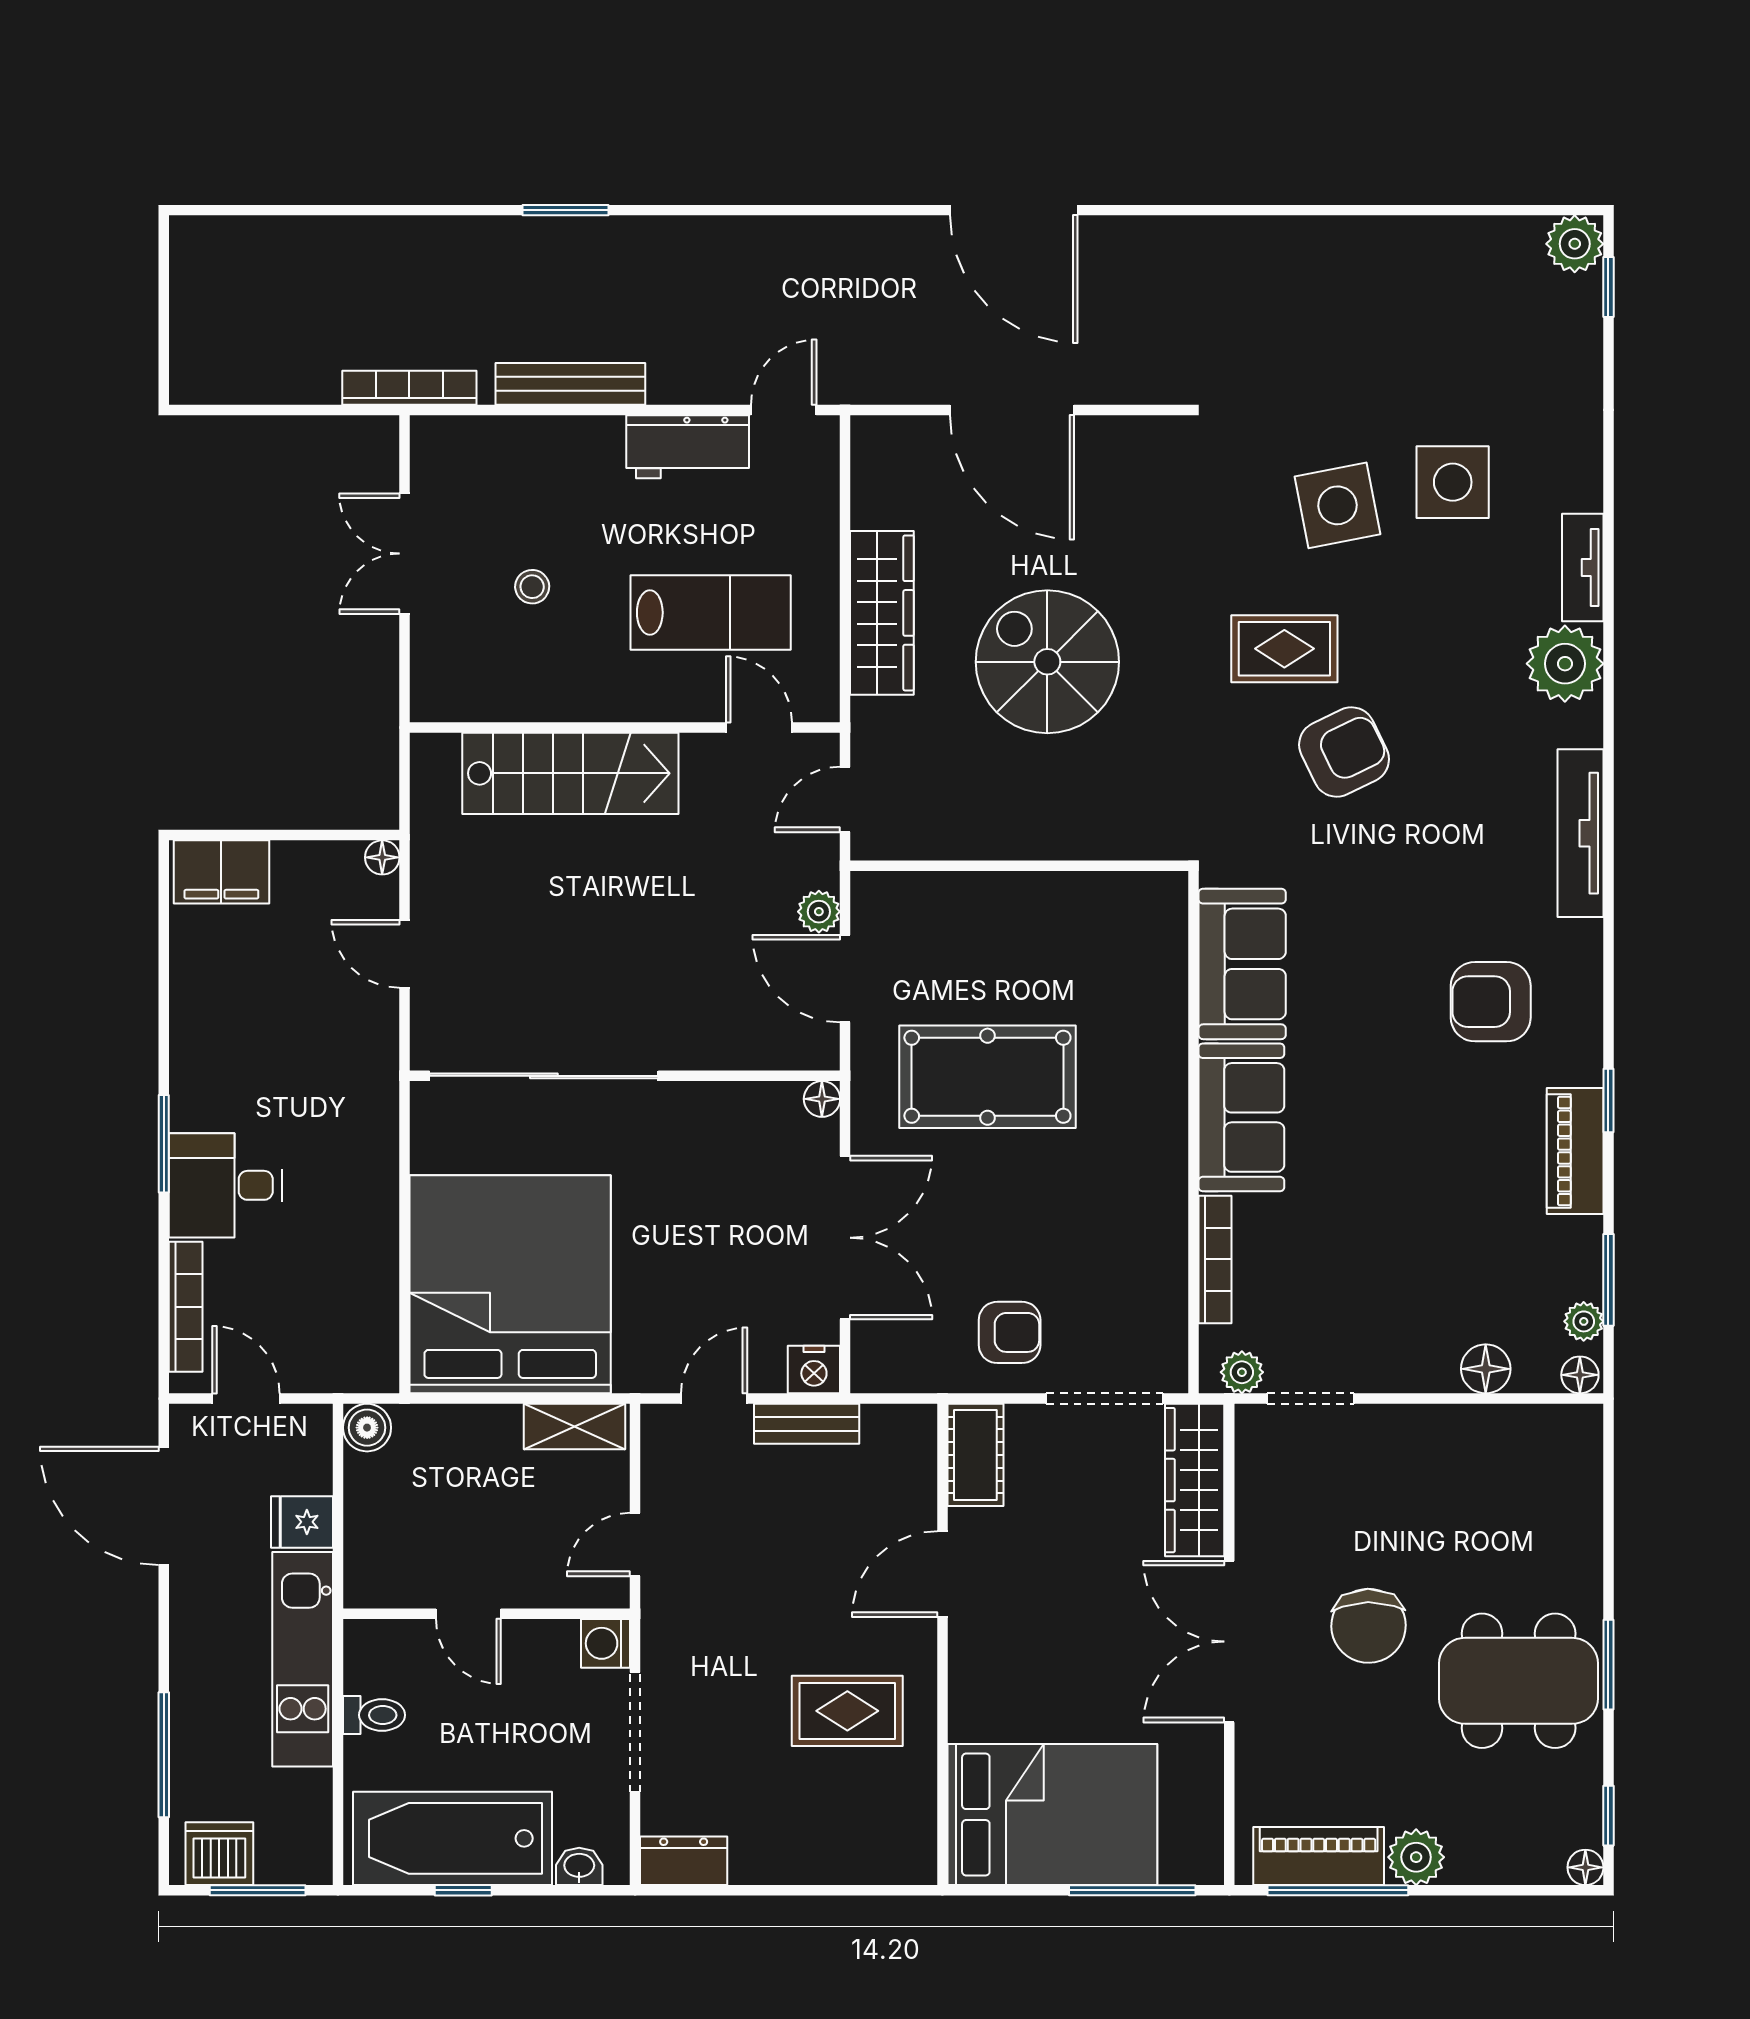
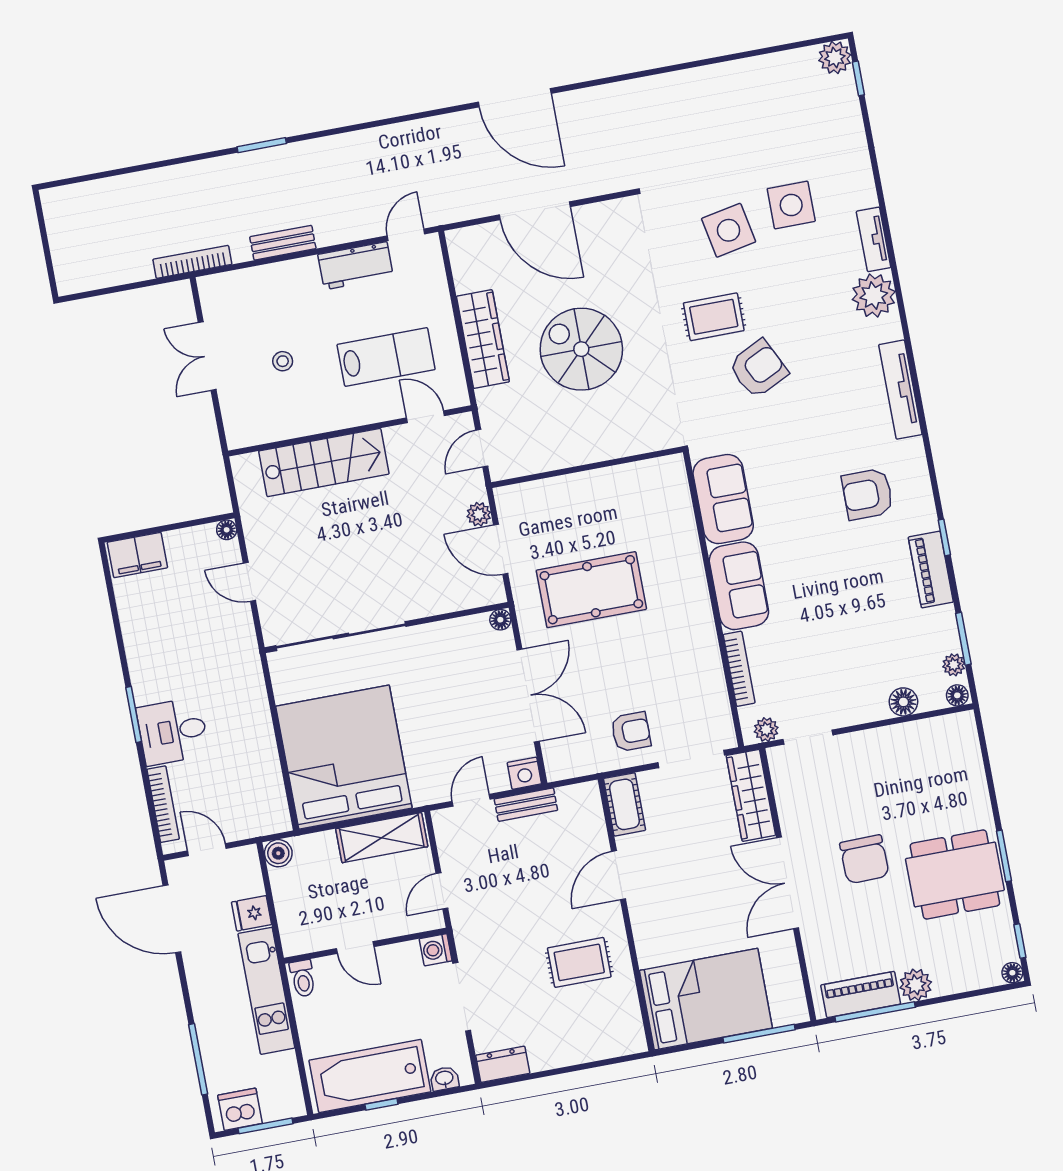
bench: (570, 384) -> (283, 243), width x0.73
shelving: (574, 1426) -> (382, 838), width x1.50, depth x1.33
toilet: (374, 1715) -> (303, 978), moved, turned 90

